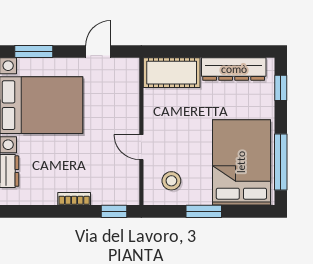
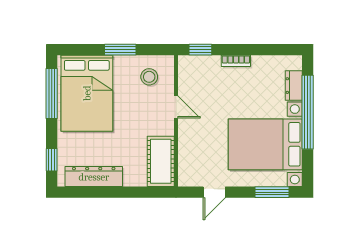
cot: (172, 73) -> (161, 161), moved, turned 90

